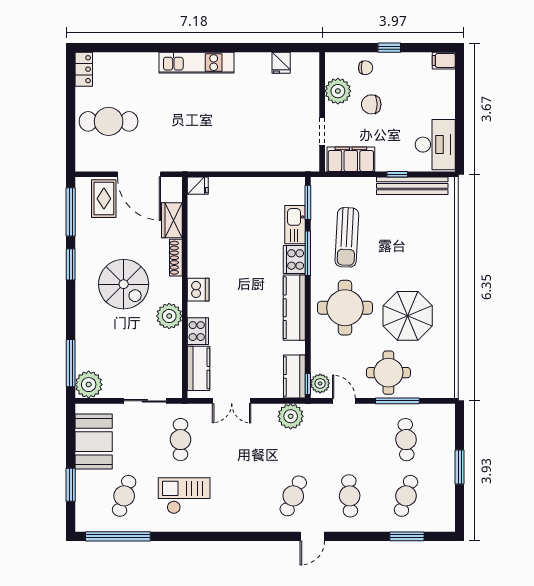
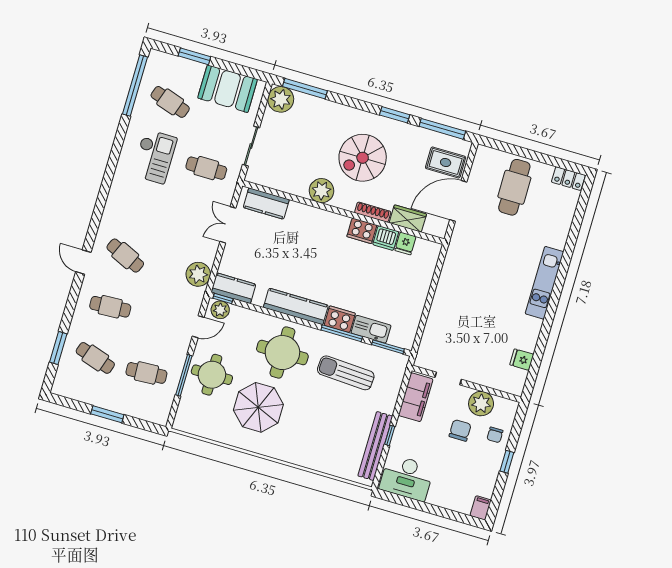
fridge: (198, 186) -> (405, 243), moved
dishwasher: (198, 290) -> (386, 238), moved
cooker: (198, 331) -> (362, 231), moved

